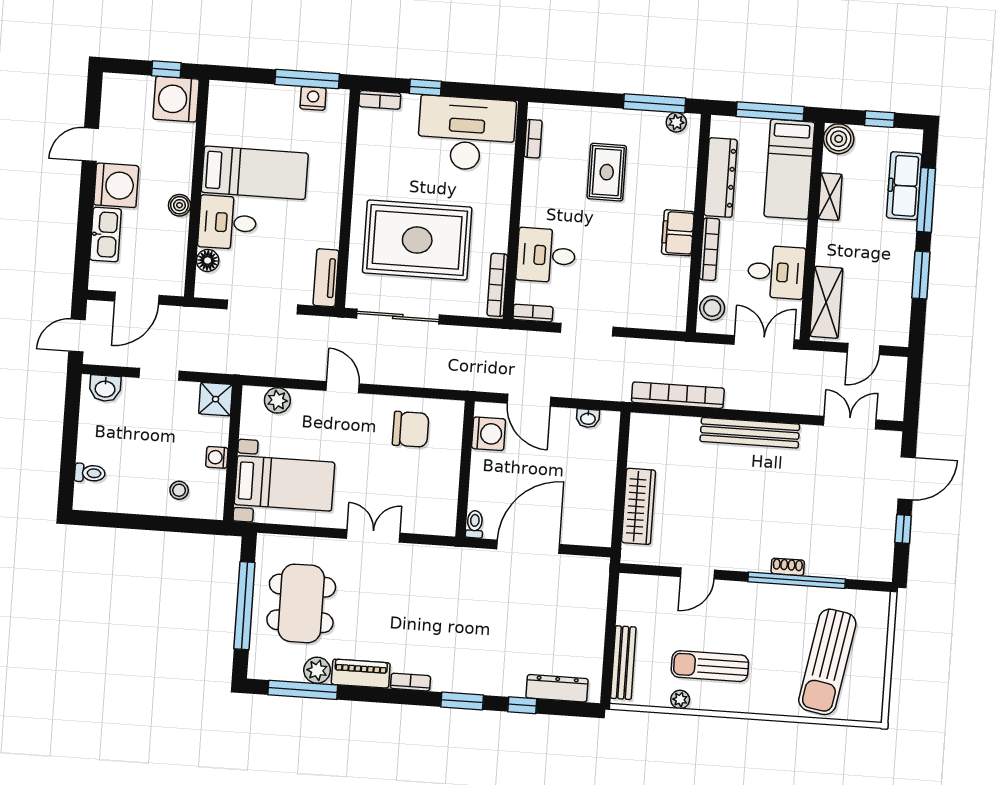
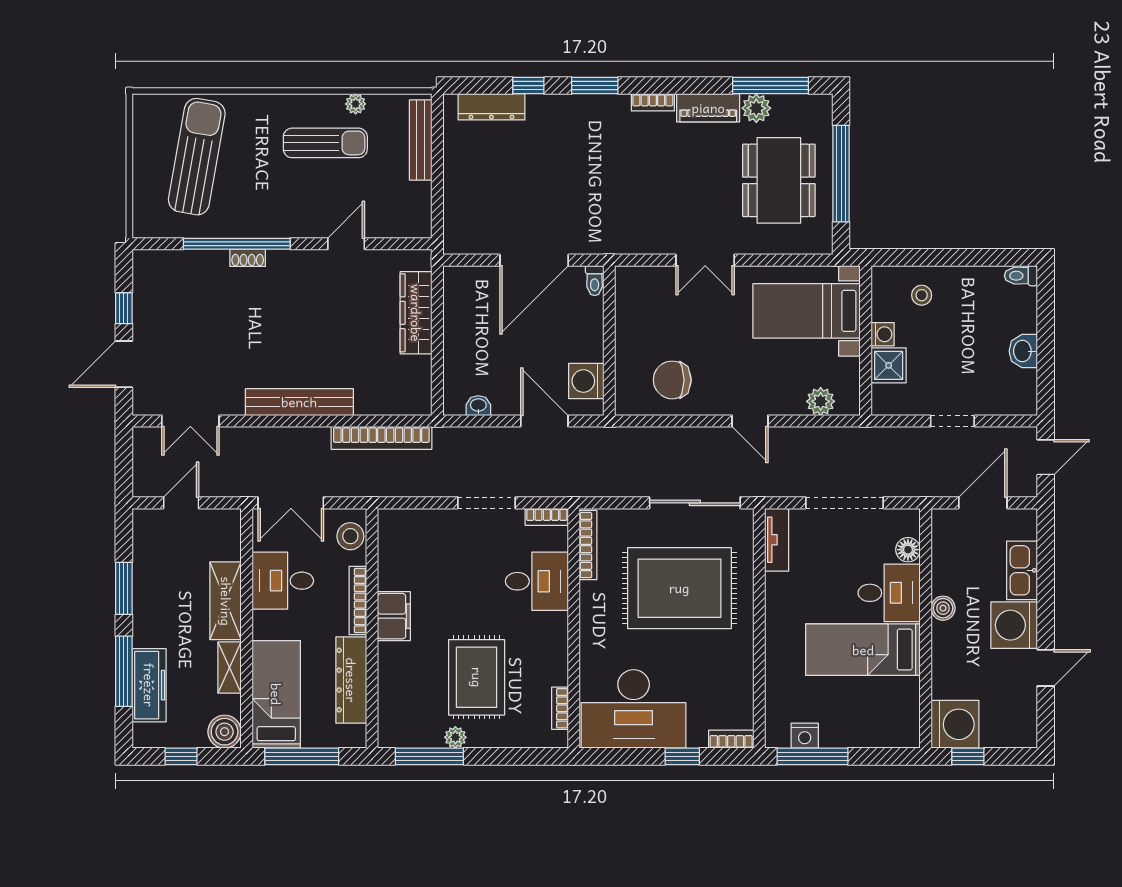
plant: (676, 122) -> (455, 737), moved
rug: (607, 172) -> (477, 677), width x1.36, depth x1.43
shelving: (826, 302) -> (226, 601), moved
washbasin: (105, 388) -> (1023, 351), moved, turned -90
shower: (216, 399) -> (889, 365), moved
toilet: (90, 473) -> (1021, 276), moved

